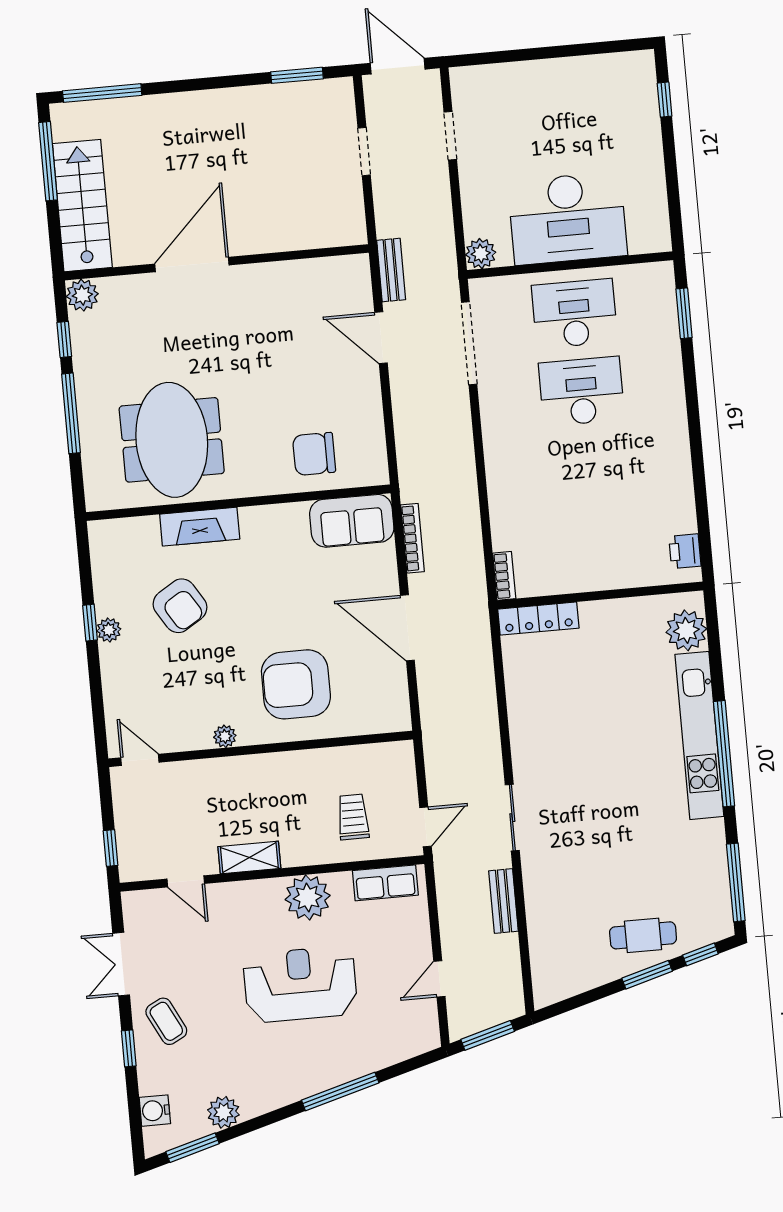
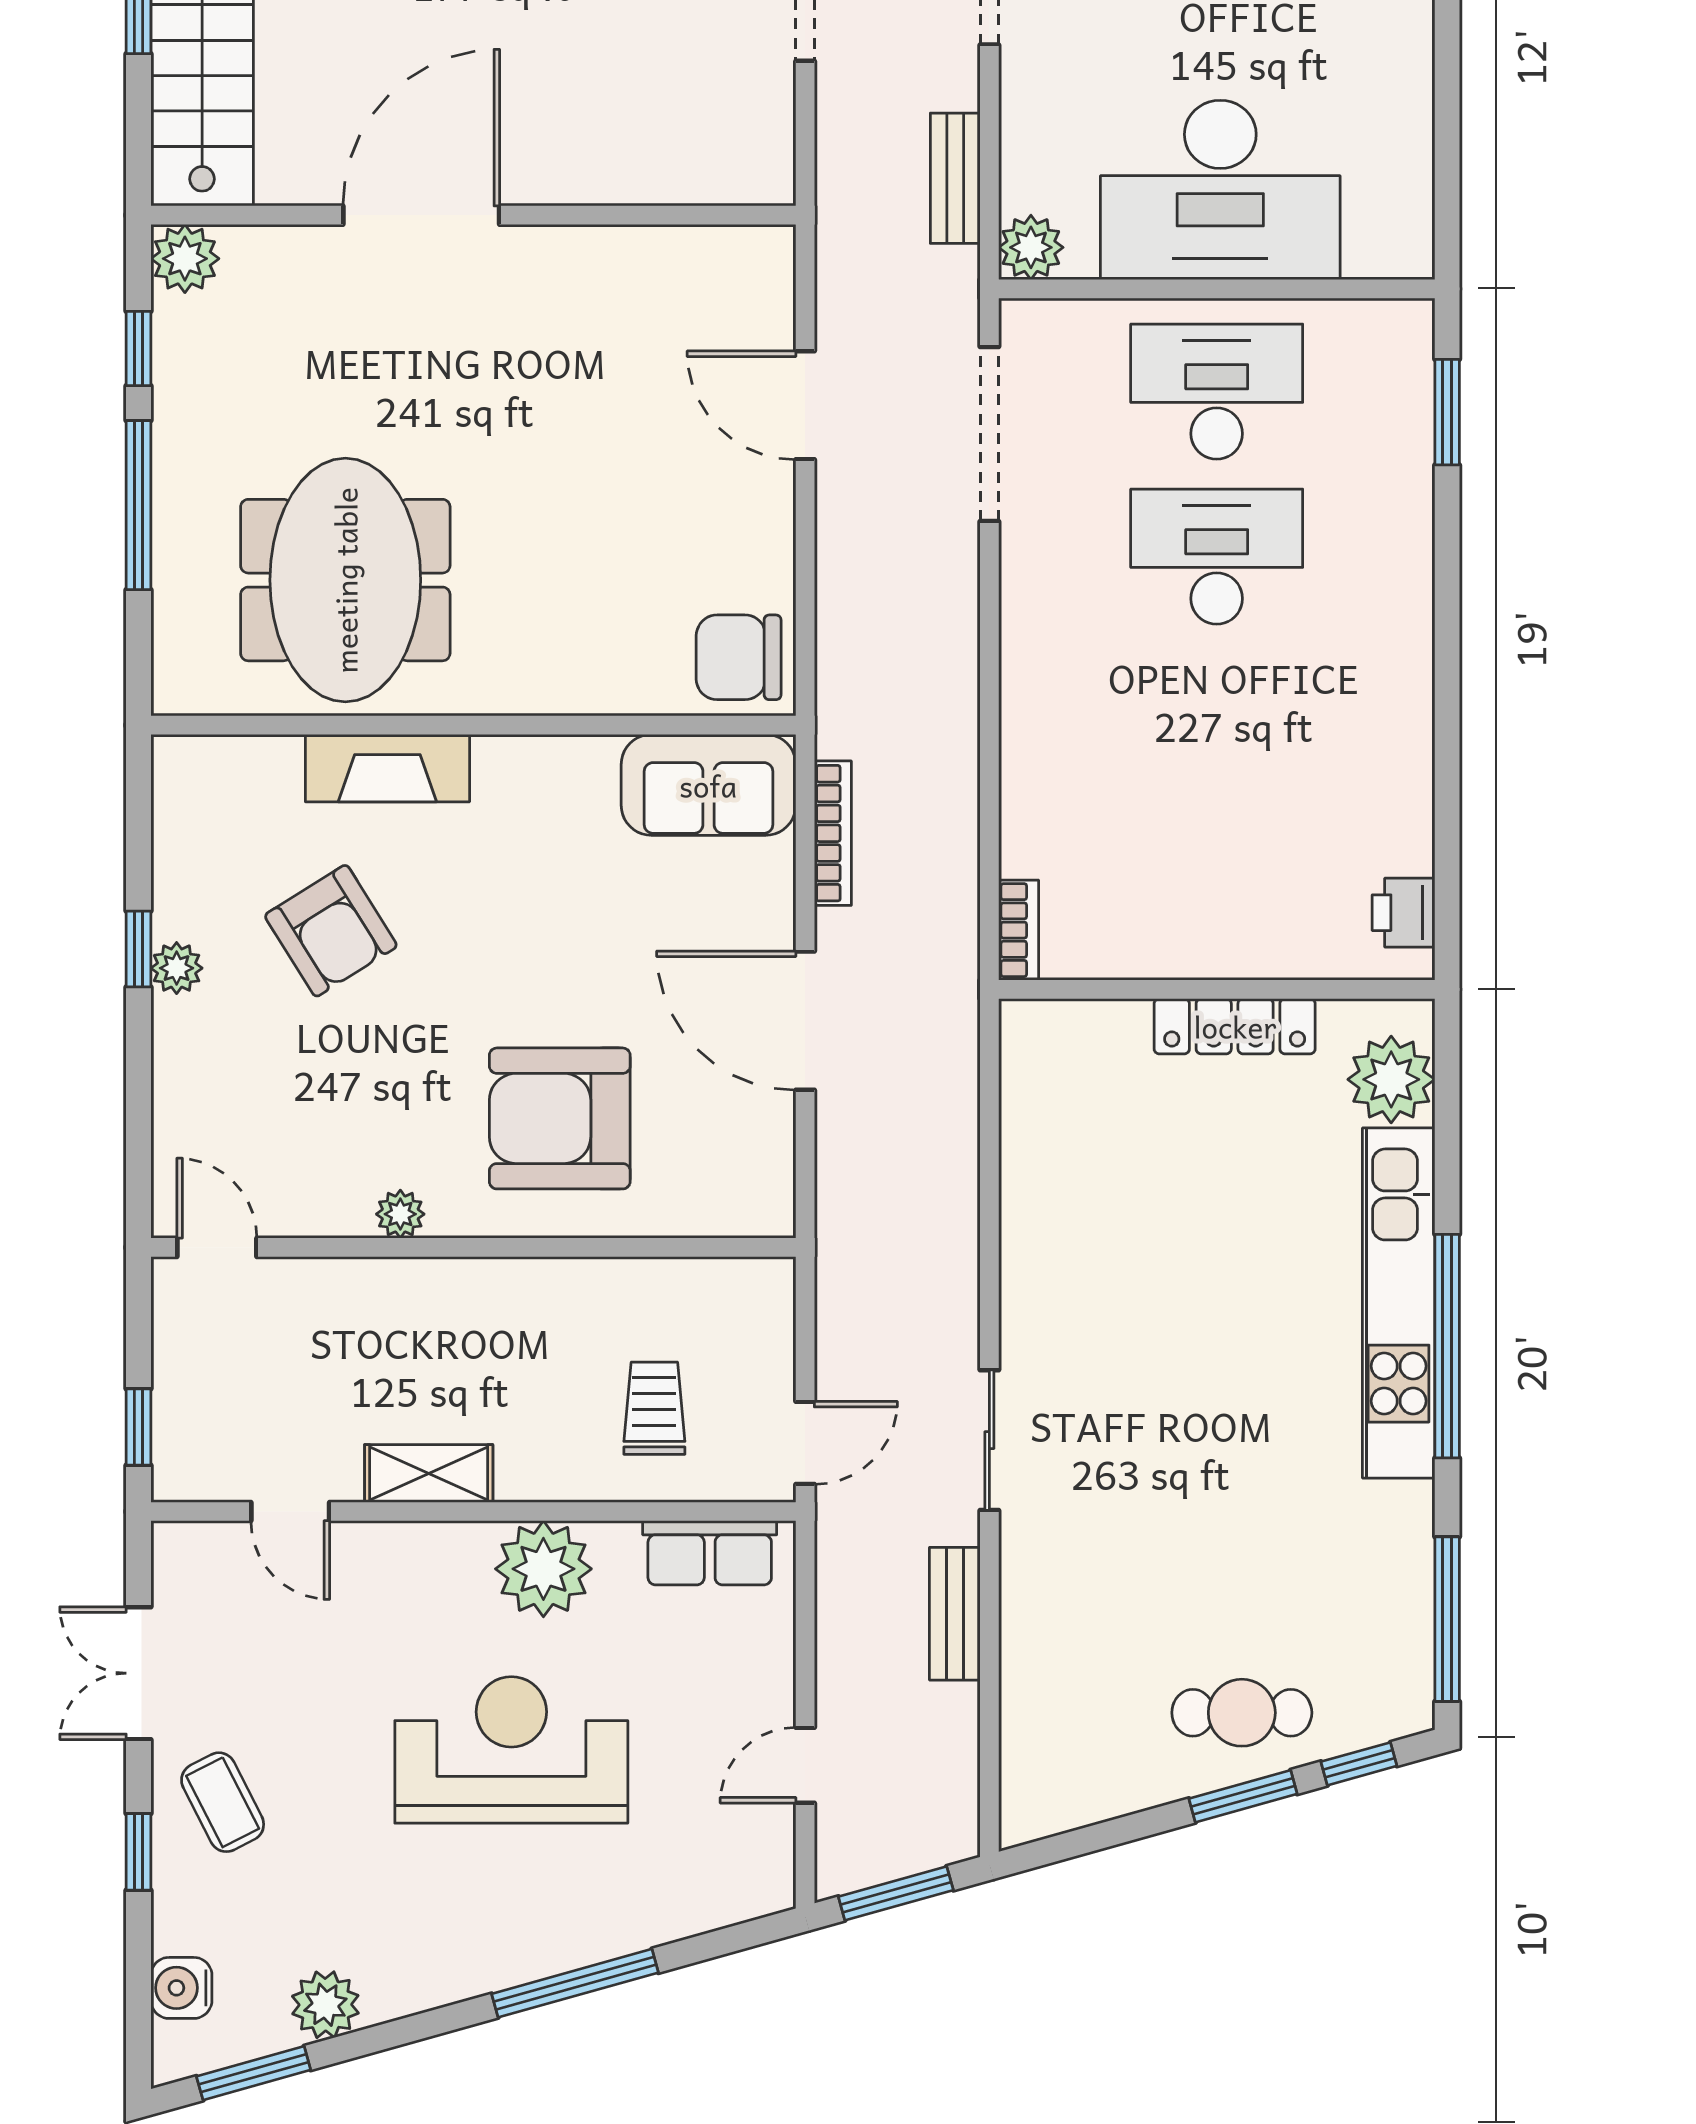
bench: (391, 270) -> (955, 178), moved
chair: (314, 454) -> (739, 657), moved
locker: (538, 619) -> (1235, 1026), moved

